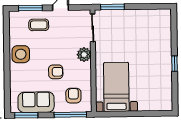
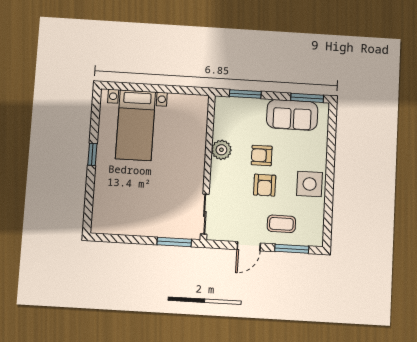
plant: (84, 55) -> (221, 150), moved
bed with nightstands: (116, 87) -> (136, 125), moved
armchair: (73, 96) -> (265, 185), moved
window: (70, 115) -> (245, 94), width x0.69

